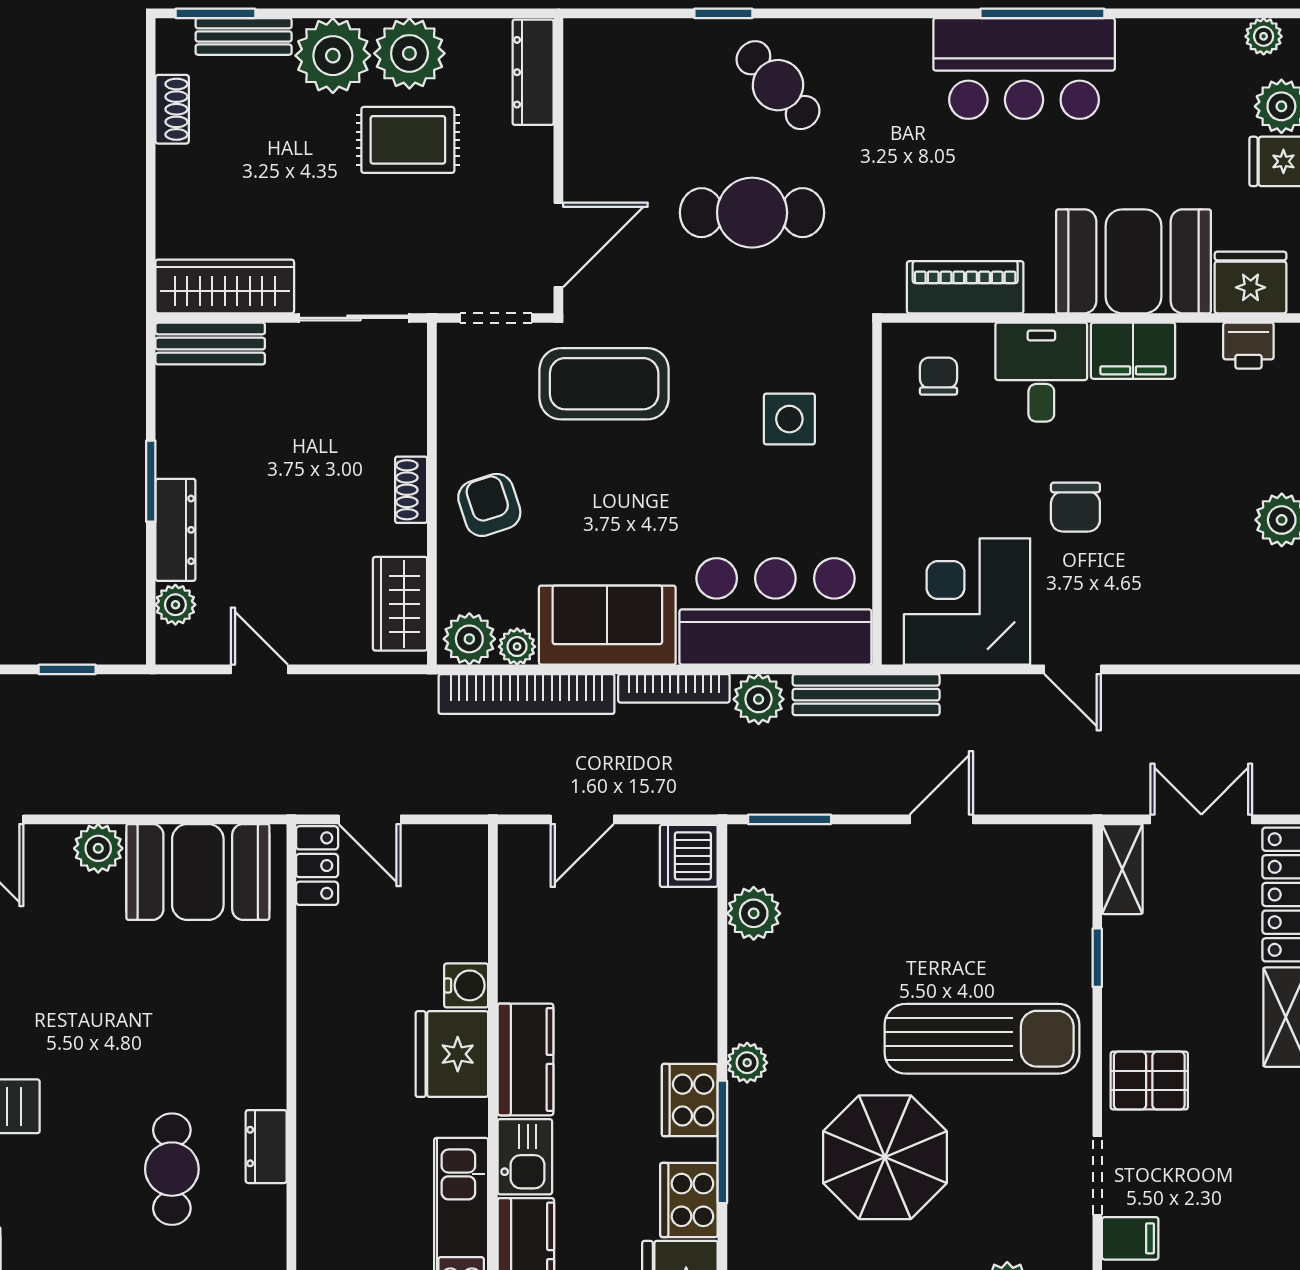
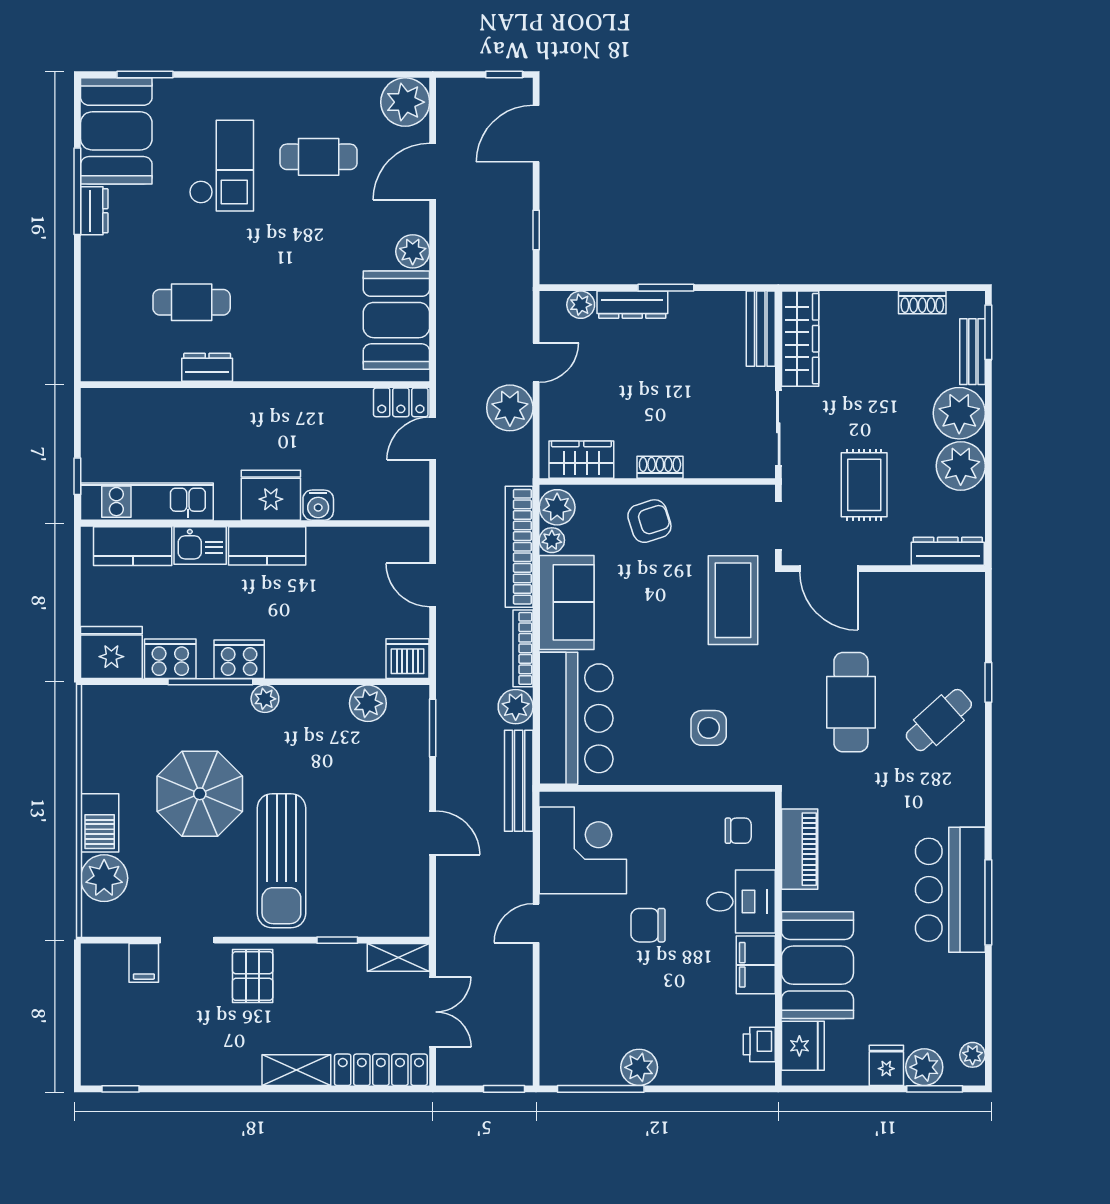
rug: (408, 140) -> (864, 485), moved
plant: (325, 707) -> (510, 408), added

